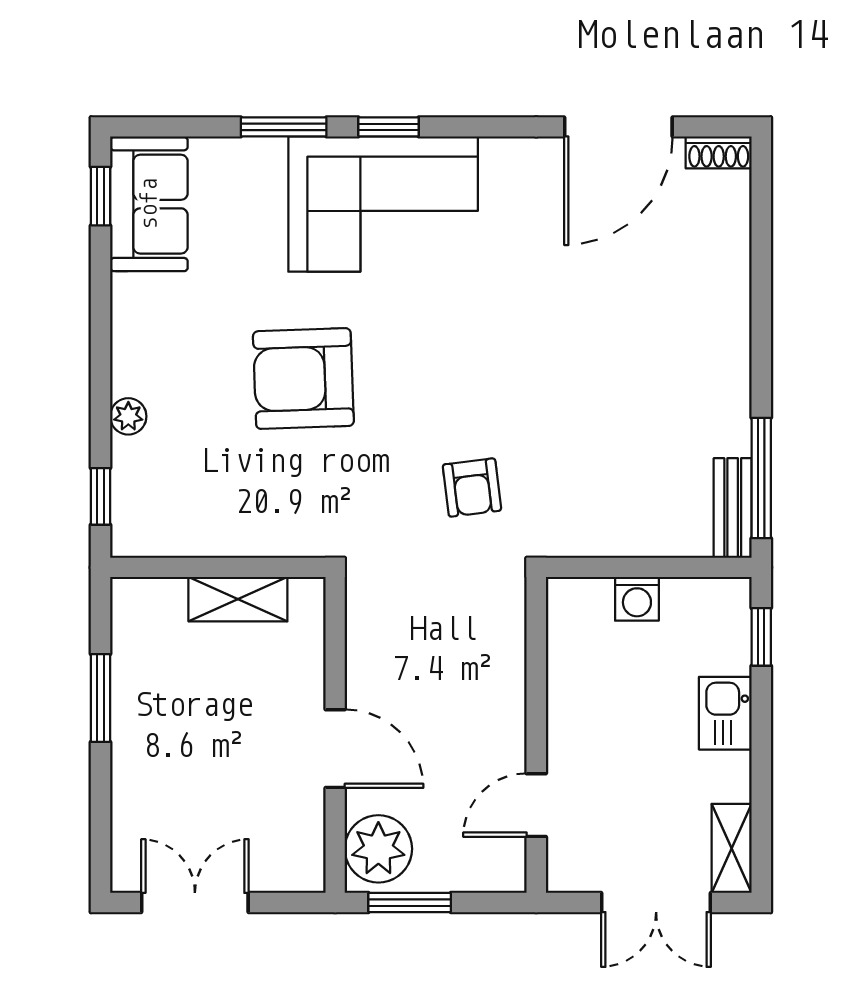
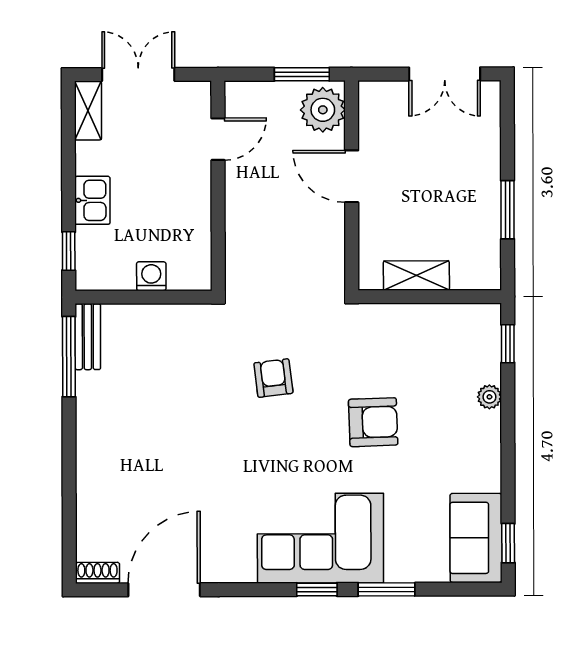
armchair: (303, 379) -> (373, 422), width x0.73, depth x0.73
armchair: (472, 488) -> (273, 378), moved

